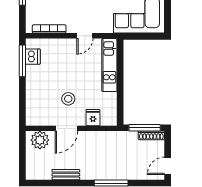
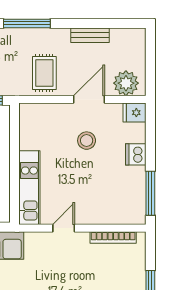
dishwasher: (33, 57) -> (136, 154), moved
fridge: (93, 118) -> (134, 113), moved, turned 90
rug: (99, 147) -> (44, 73), added

